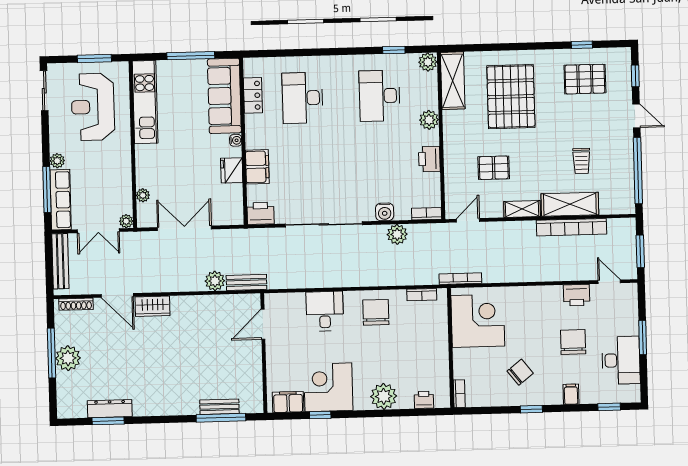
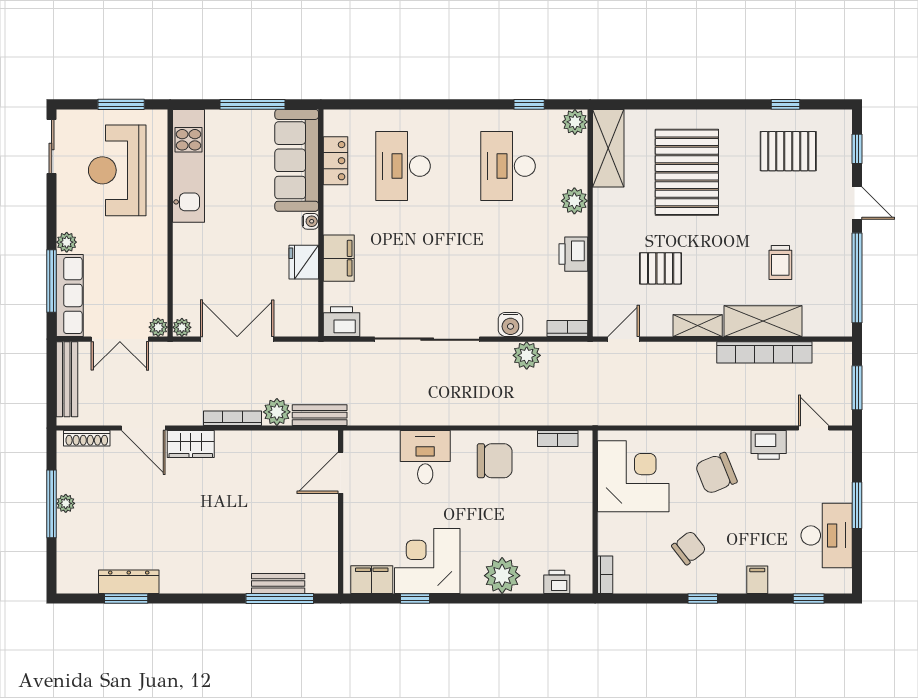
plant: (143, 195) -> (182, 327), moved
bookcase: (460, 279) -> (232, 418), moved
chair: (376, 312) -> (495, 461), turned 90
chair: (573, 342) -> (716, 473), moved, turned -112
plant: (68, 358) -> (66, 503), width x0.53, depth x0.53

